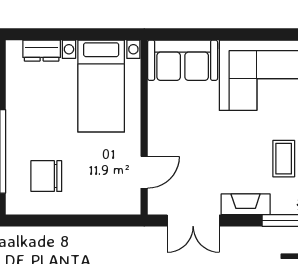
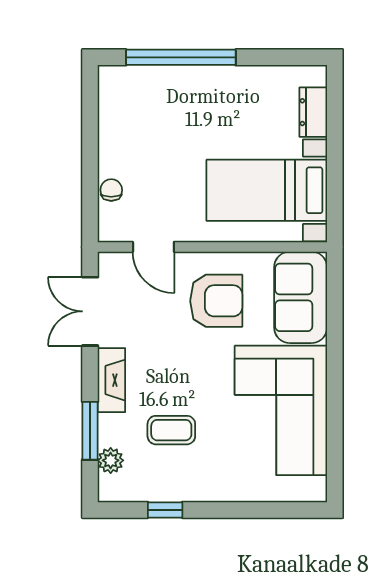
armchair: (185, 124) -> (216, 301), added
chair: (46, 176) -> (111, 190), moved, width x0.54, depth x0.54

